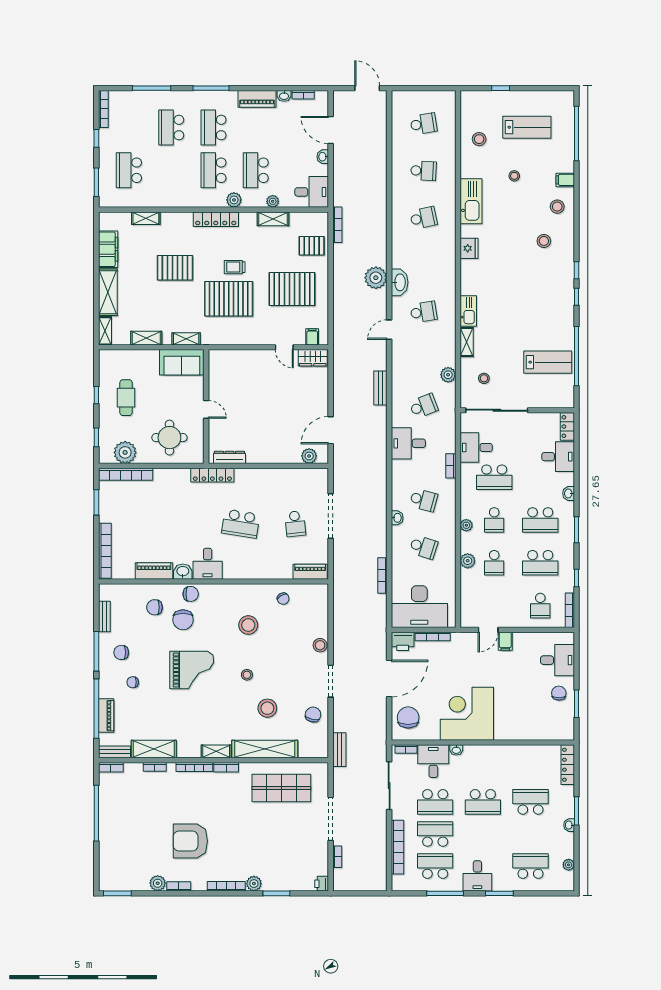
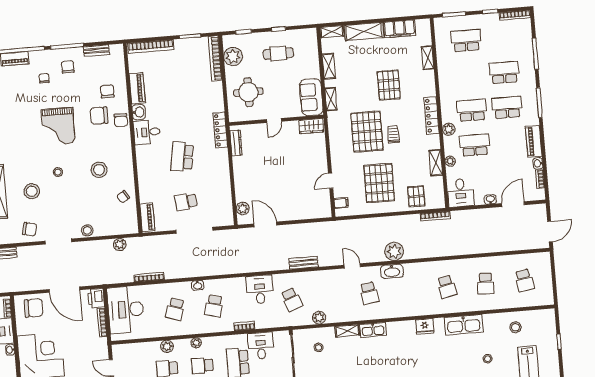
wardrobe: (313, 358) -> (311, 126), moved, turned -90
plant: (340, 608) -> (120, 245), added

